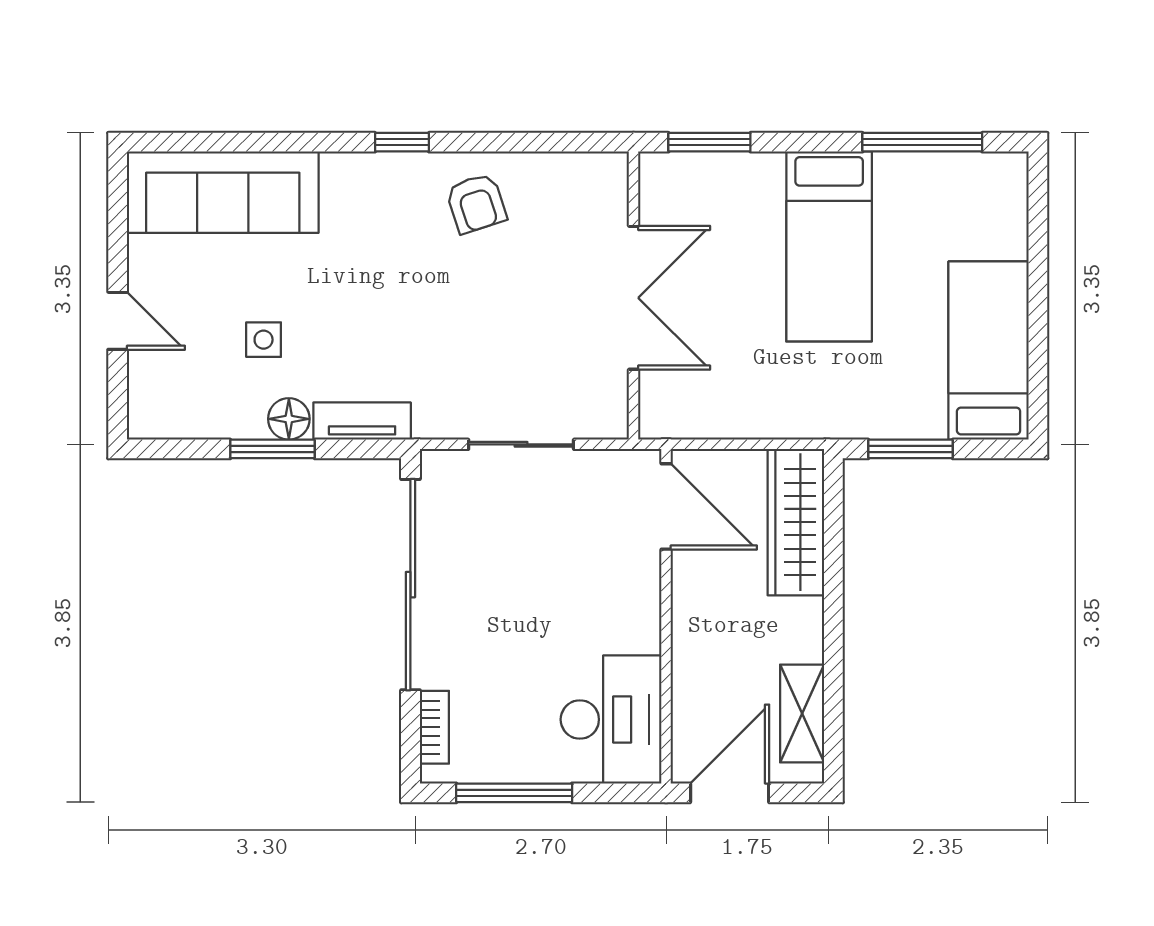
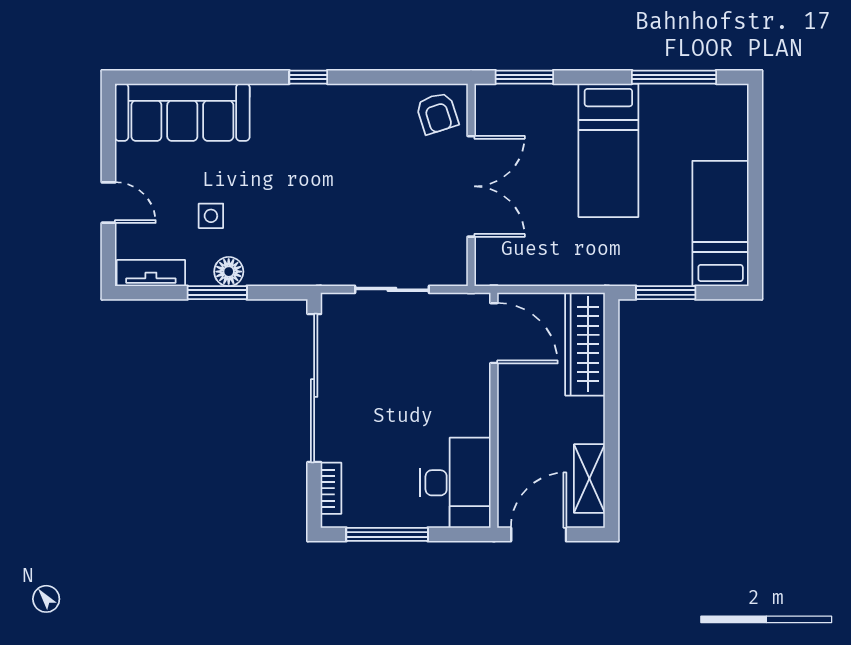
armchair: (476, 203) -> (437, 113), moved
tv unit: (362, 421) -> (151, 273), moved

